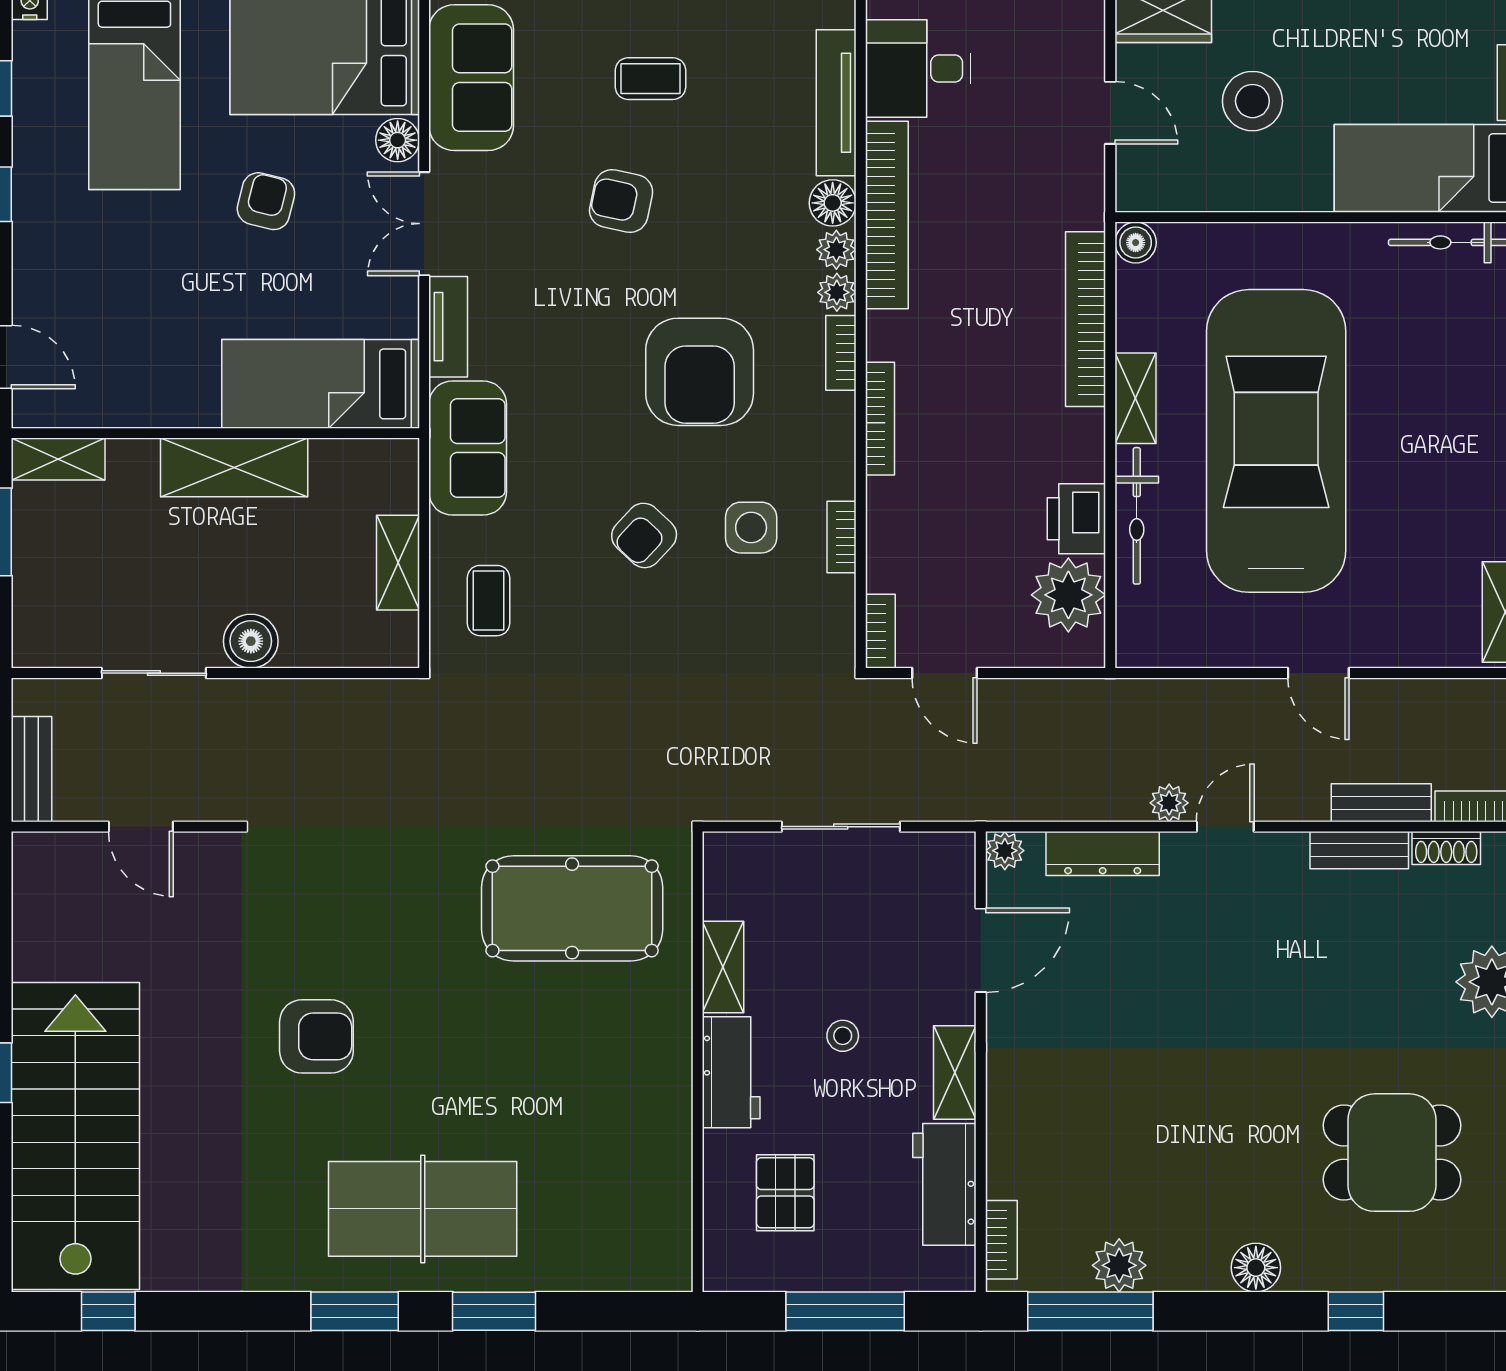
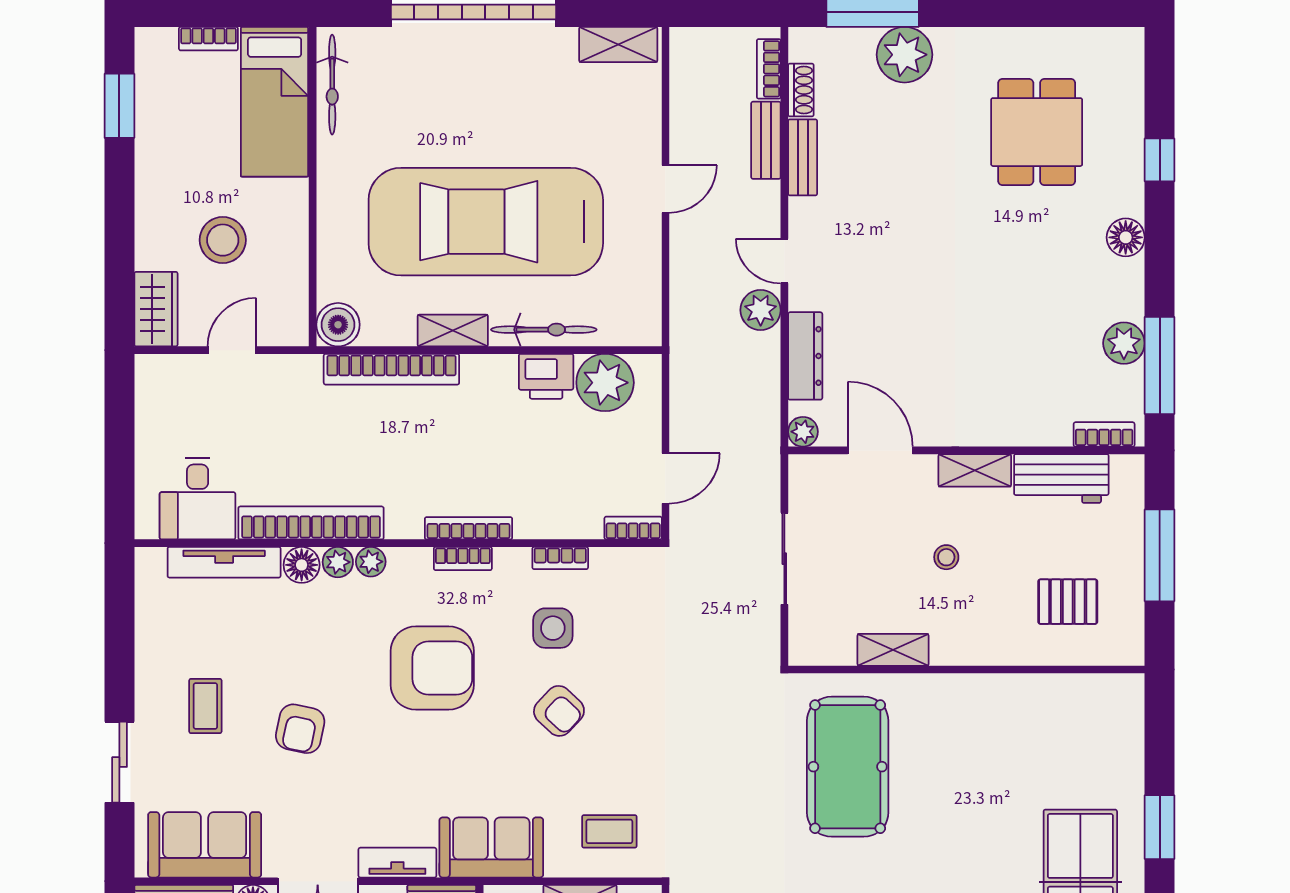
boiler: (1136, 243) -> (338, 325), width x1.36, depth x1.36
bookcase: (841, 353) -> (463, 559), moved
plant: (1169, 803) -> (761, 310), width x1.38, depth x1.38
workbench: (731, 1072) -> (975, 644), removed

